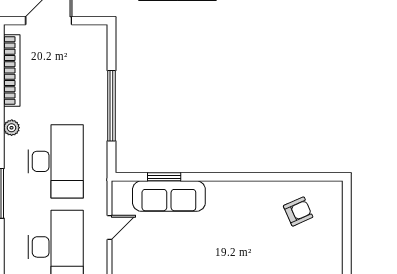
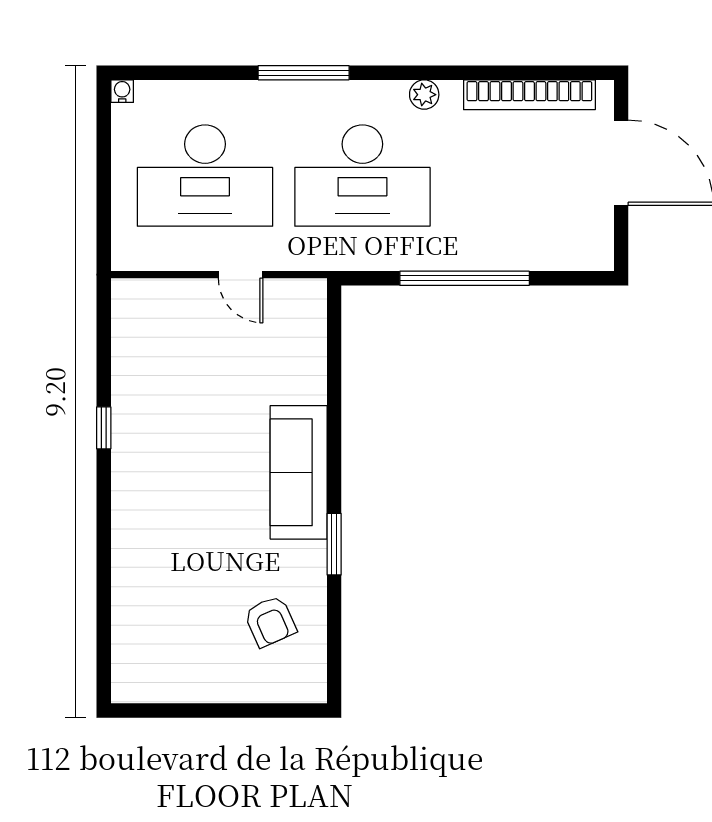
window: (164, 177) -> (334, 544), moved
sofa: (169, 196) -> (299, 472), moved

